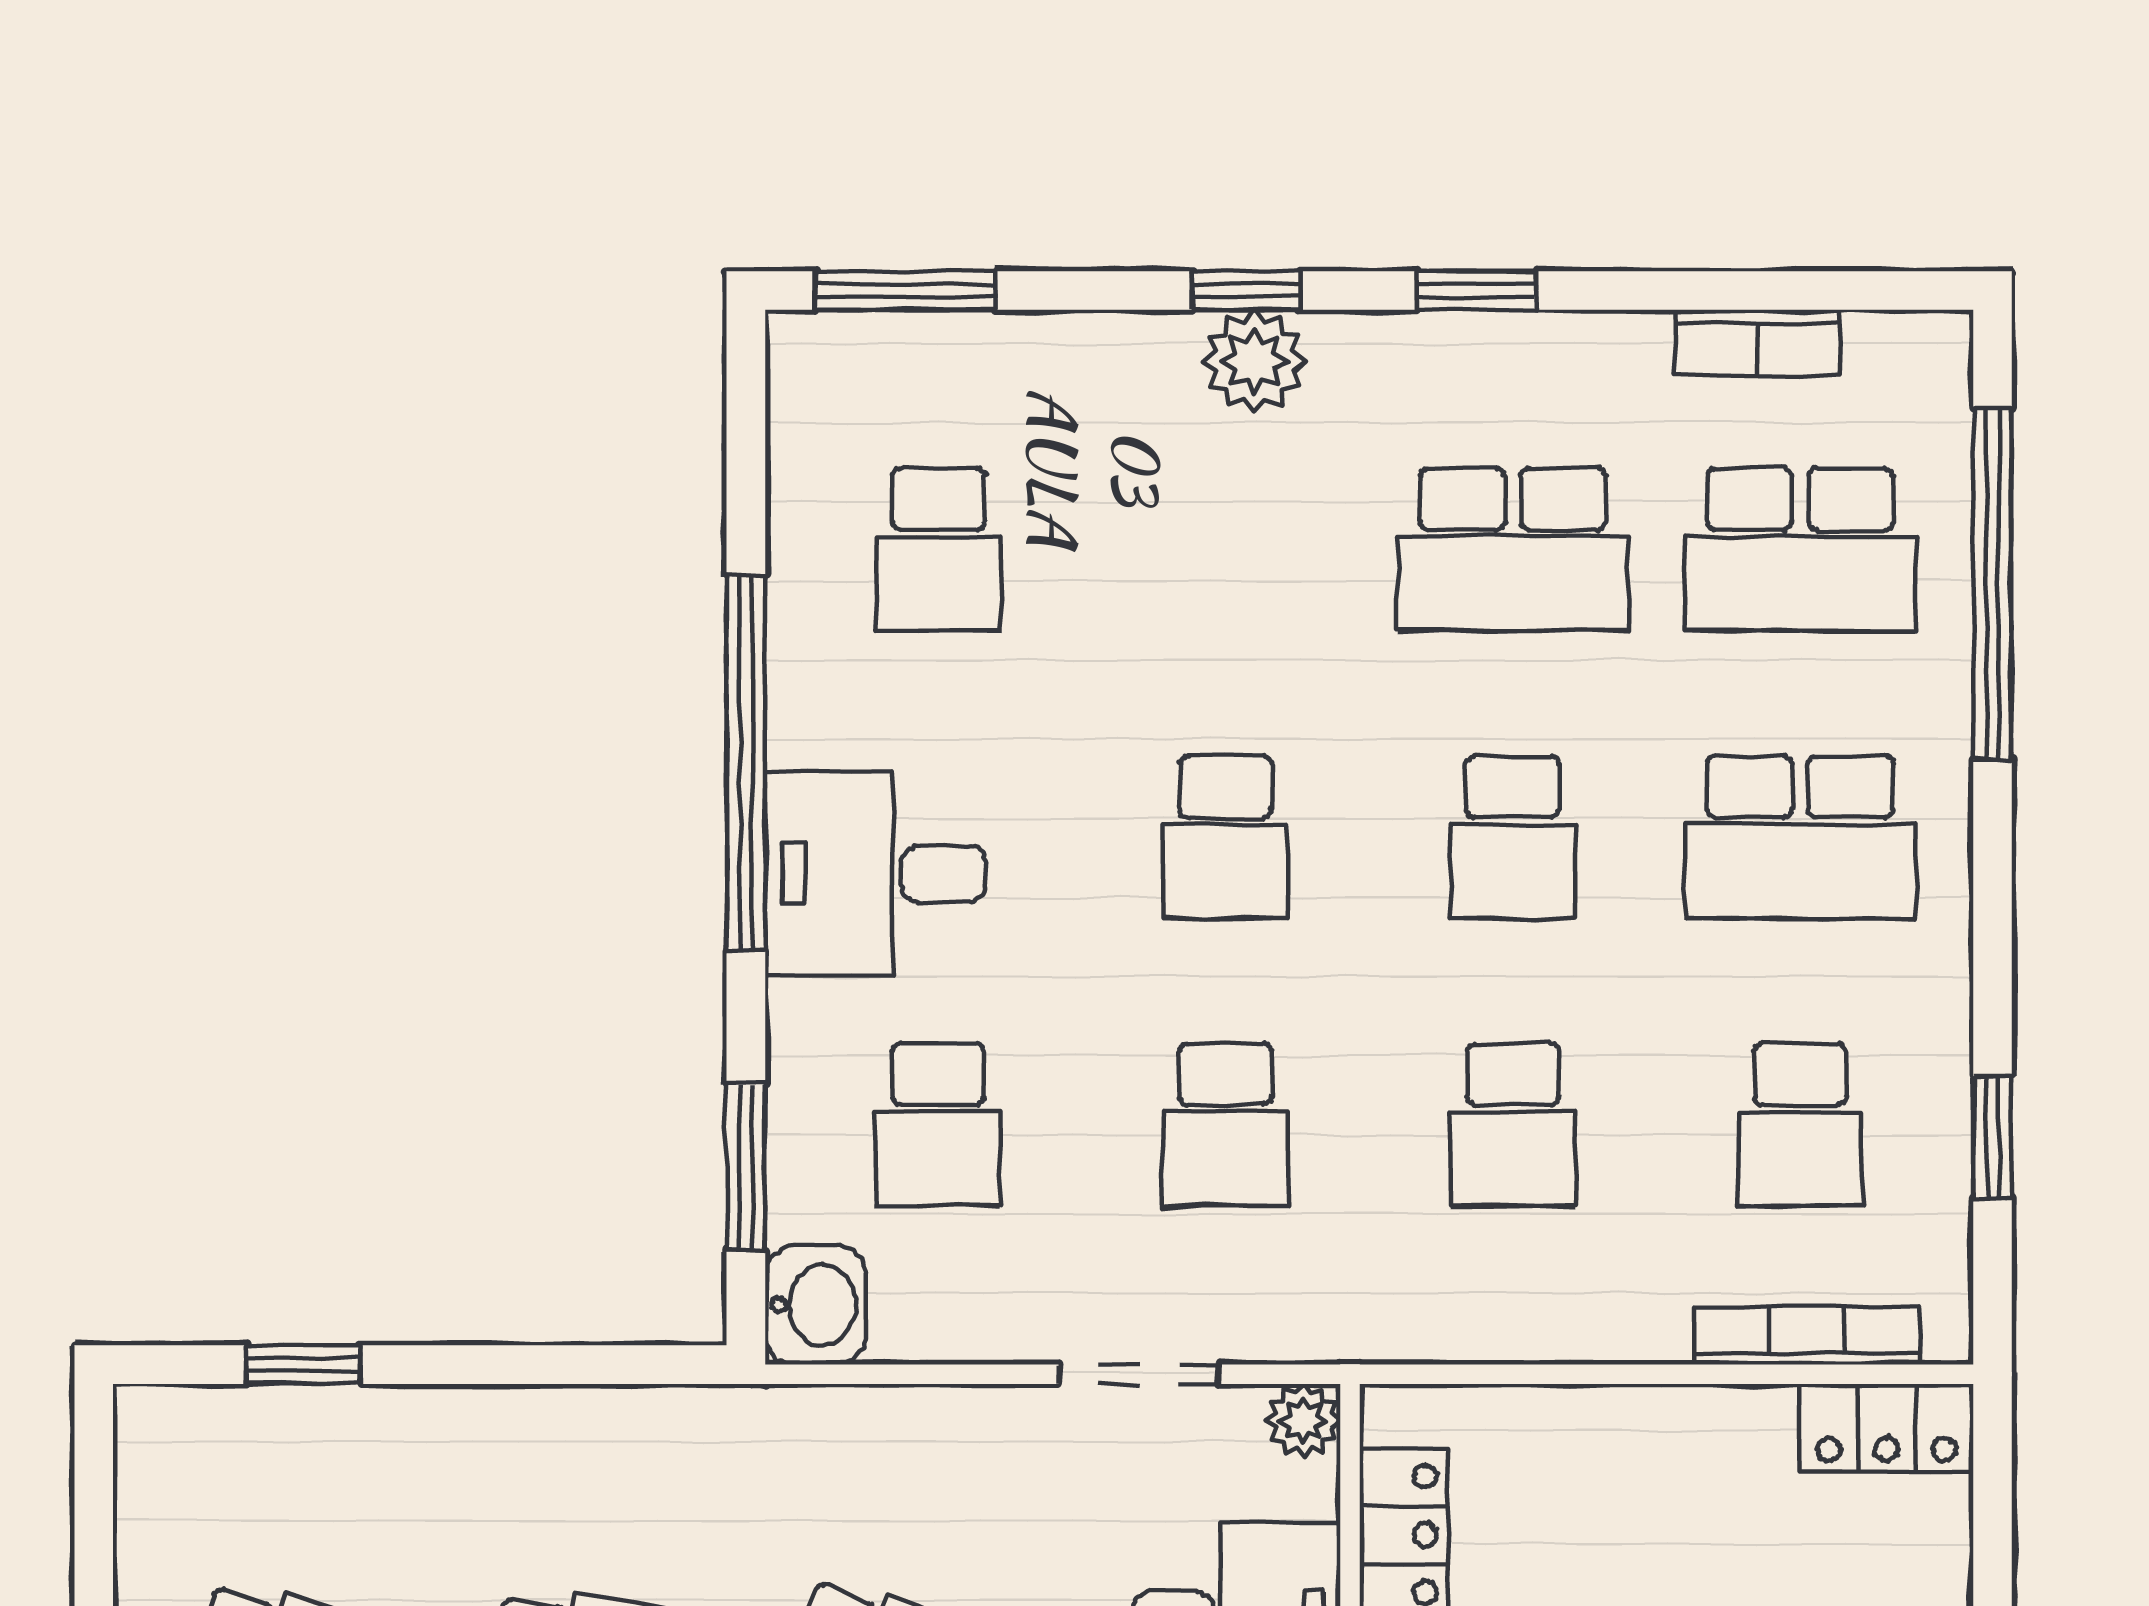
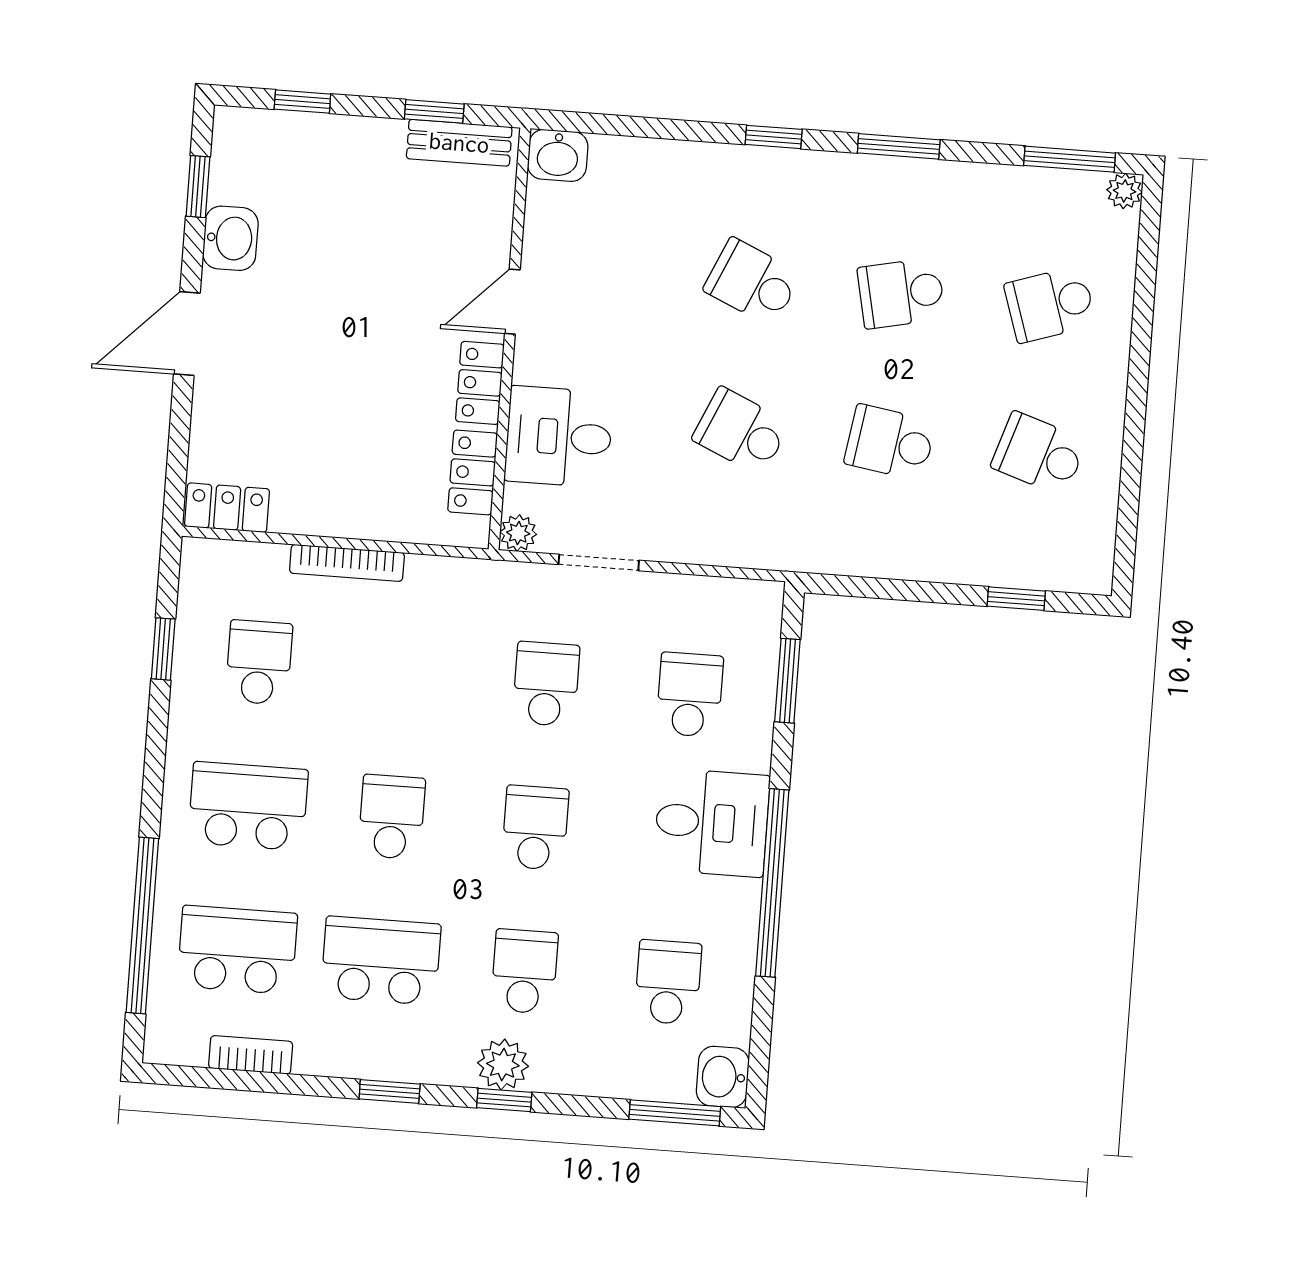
school desk: (1513, 1125) -> (524, 971), moved
washbasin: (815, 1305) -> (723, 1077), moved
bookcase: (1807, 1336) -> (347, 563), moved

